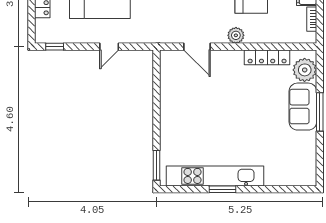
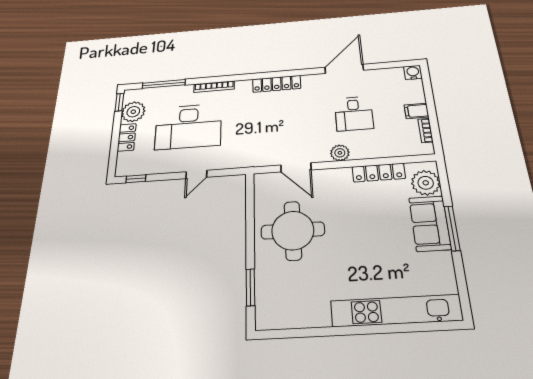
round table: (192, 105) -> (293, 231), added
window: (157, 165) -> (250, 287), moved
kitchen unit: (215, 176) -> (396, 311), moved
window: (223, 189) -> (337, 331), removed

